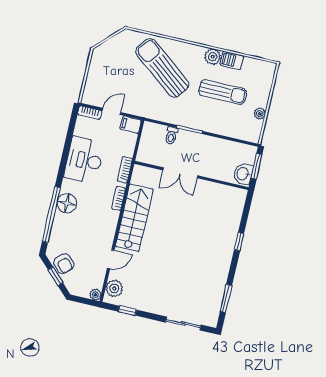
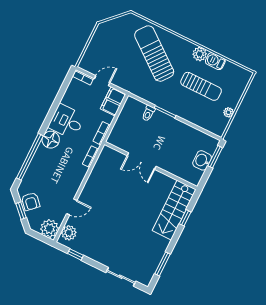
filing cabinet: (131, 125) -> (113, 101), width x2.00
desk: (84, 160) -> (67, 121), width x0.73
double door: (180, 173) -> (142, 161), moved
wall: (191, 175) -> (151, 166), moved
floor lamp: (67, 203) -> (51, 140), moved
stairs: (134, 218) -> (174, 210), moved, turned 180
plant: (95, 295) -> (49, 229), width x1.88, depth x1.88

